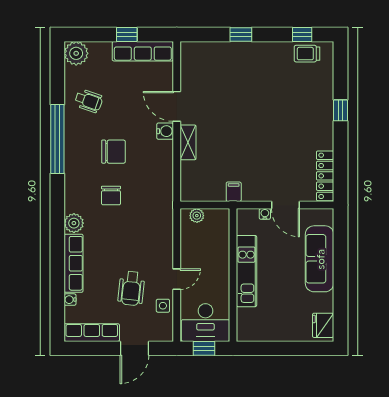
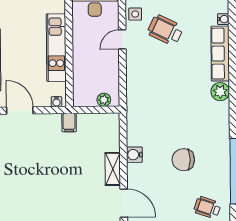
water cooler: (165, 131) -> (134, 155), moved
chair: (111, 195) -> (185, 118), removed
water cooler: (265, 214) -> (56, 102), moved
wheelchair: (131, 288) -> (165, 30), turned -70

